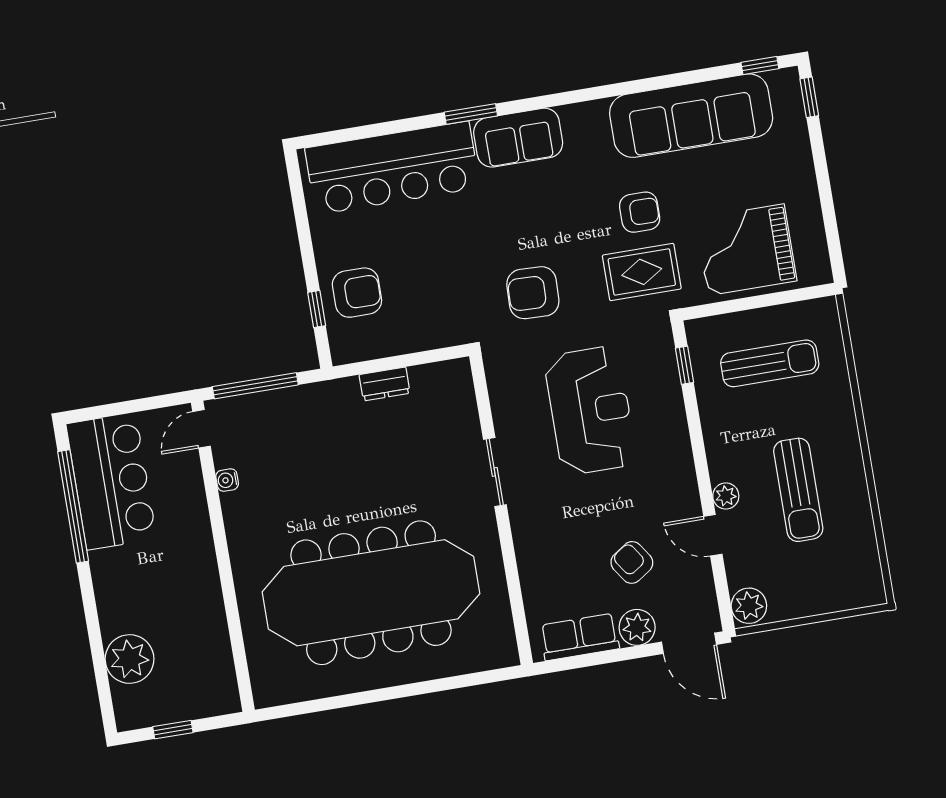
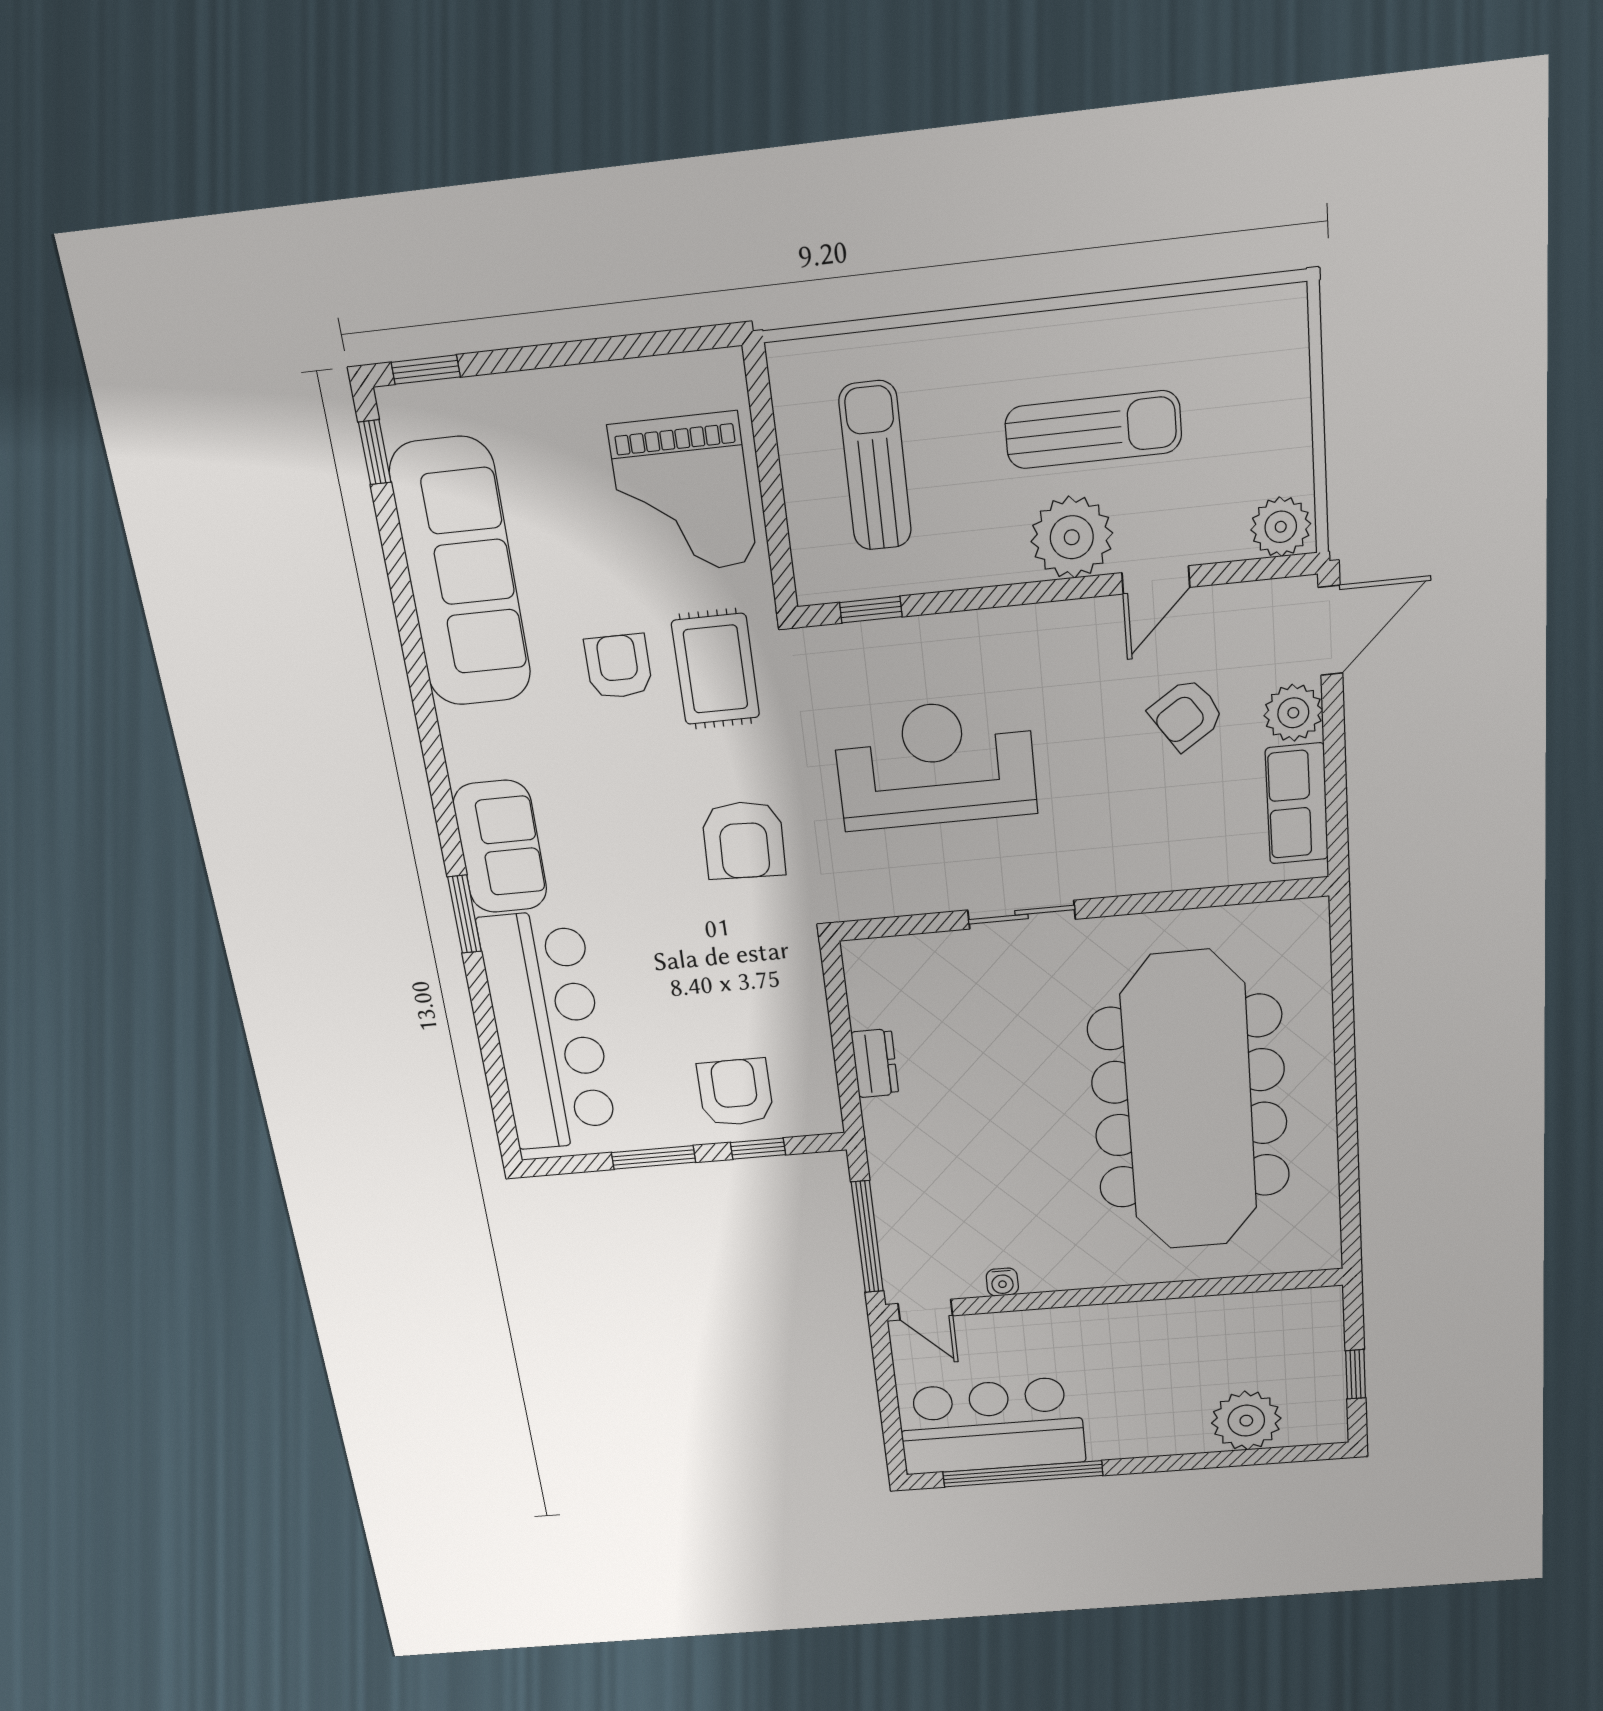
window: (305, 239) -> (654, 1157), added
plant: (726, 496) -> (1072, 537), width x1.87, depth x1.87

